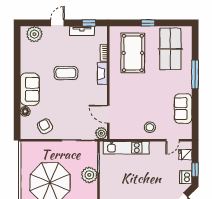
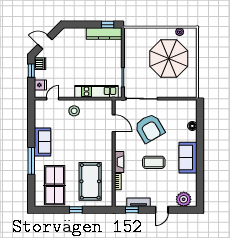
sofa: (30, 89) -> (188, 158), moved
sofa: (183, 109) -> (43, 142), moved
armchair: (45, 126) -> (150, 128), moved, width x1.88, depth x1.88
plant: (101, 133) -> (120, 105), removed
plant: (89, 175) -> (132, 66), removed

